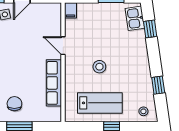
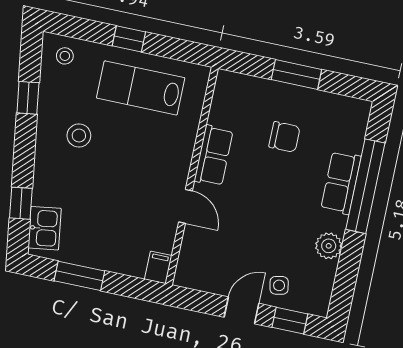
stool: (99, 67) -> (79, 136), moved
row of seats: (54, 83) -> (214, 156), width x0.68
chair: (14, 104) -> (284, 137), moved, turned -90

